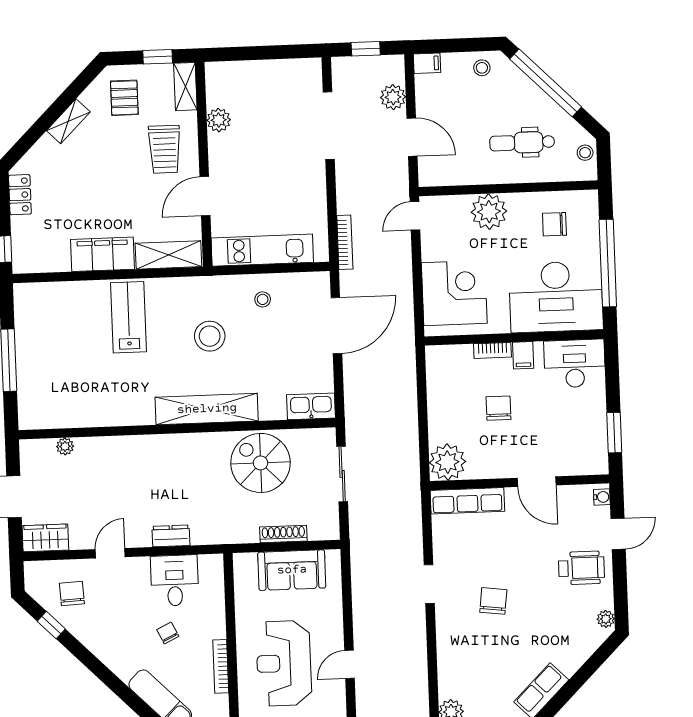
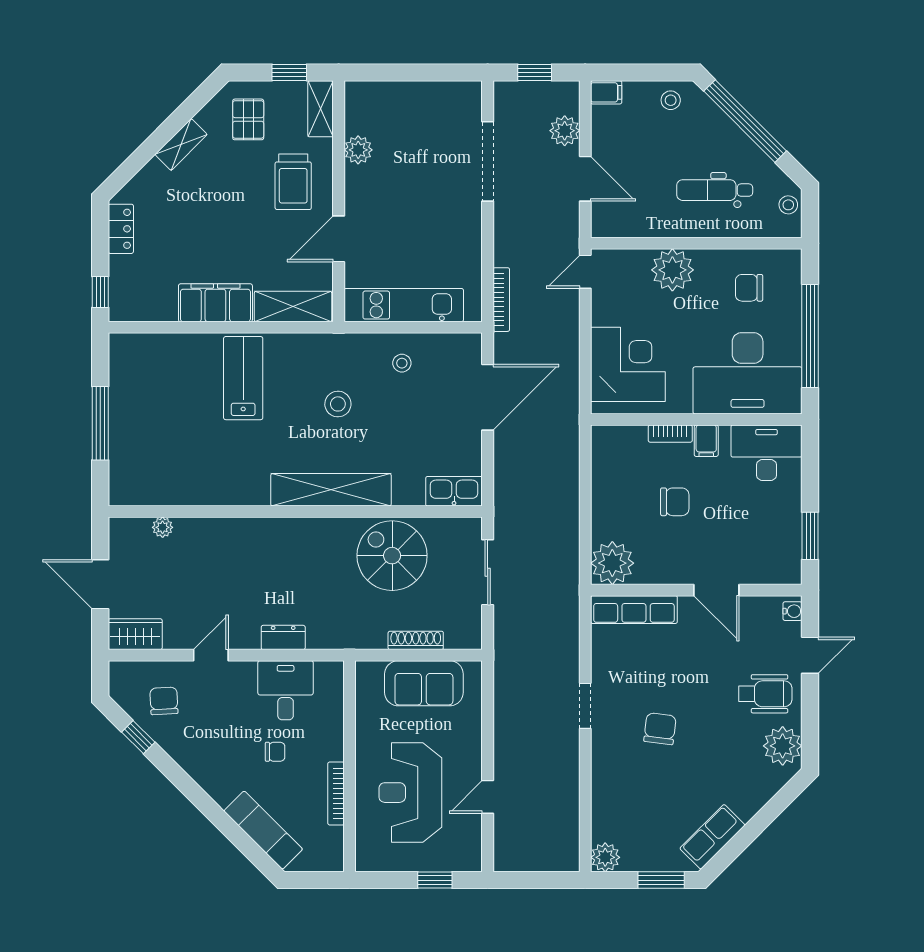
stool: (210, 336) -> (338, 404), width x0.73, depth x0.73
chair: (498, 408) -> (675, 502), turned 90
plant: (606, 619) -> (783, 746), width x1.88, depth x1.88
chair: (168, 633) -> (275, 752), turned 116

